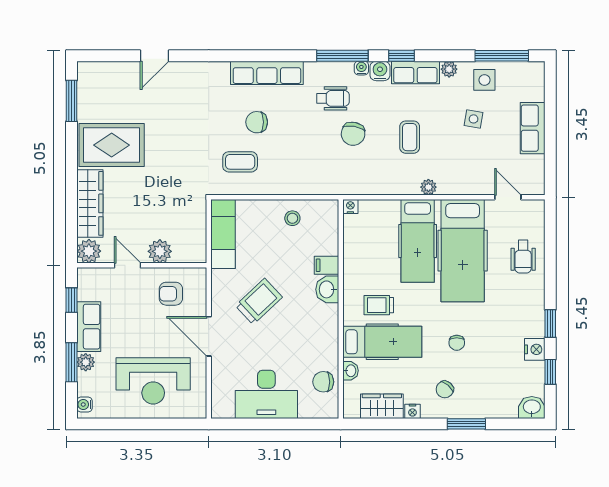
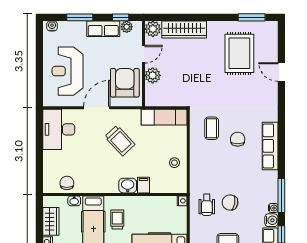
wheelchair: (333, 98) -> (207, 205), moved
rug: (112, 145) -> (239, 53), moved
armchair: (171, 294) -> (125, 83), width x1.88, depth x1.88
plant: (86, 362) -> (127, 27), moved
desk: (266, 394) -> (59, 129), moved

